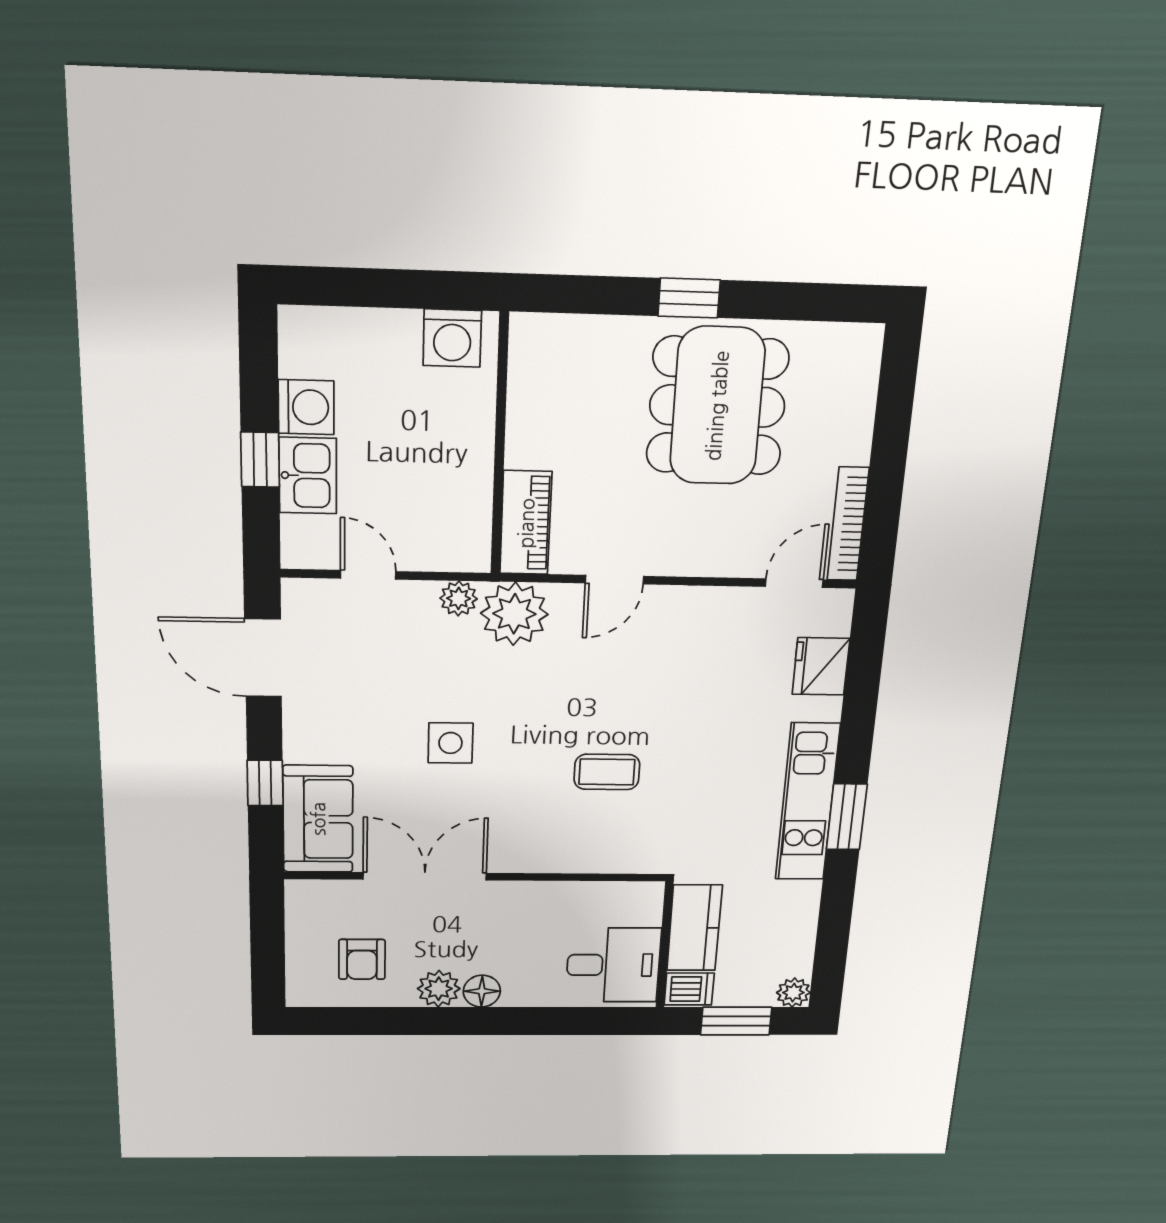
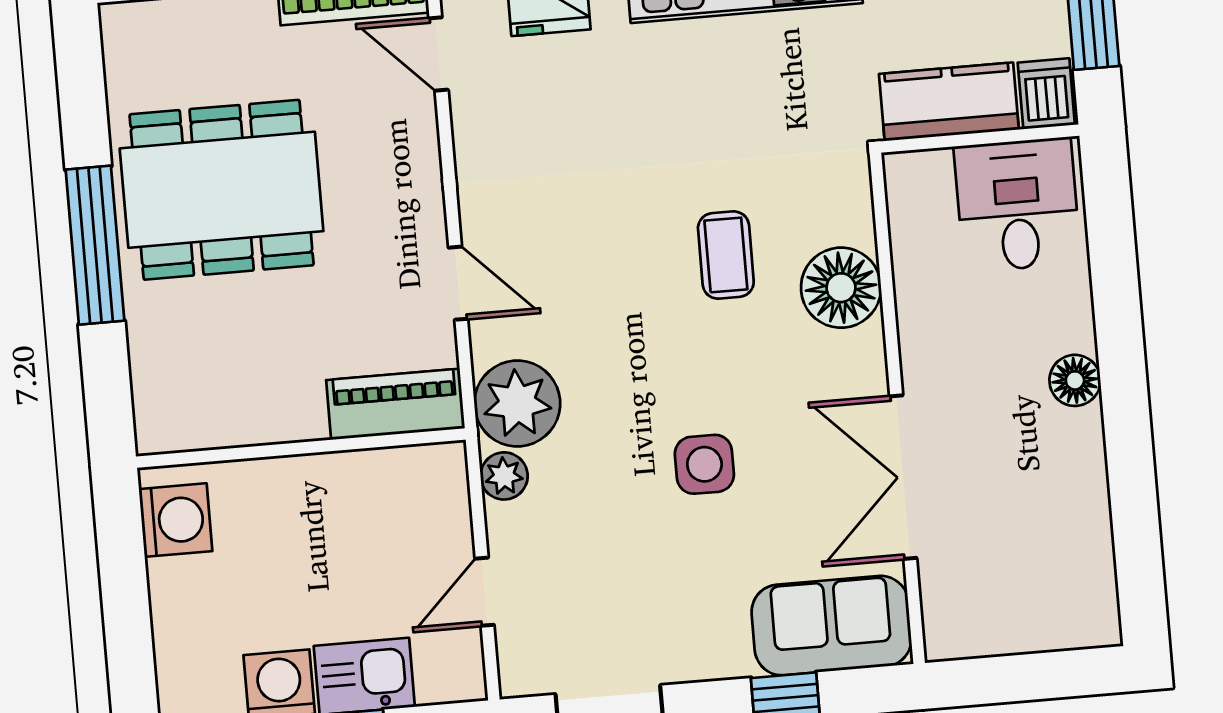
window: (689, 298) -> (95, 245), width x2.17
floor lamp: (571, 847) -> (841, 288), added
armchair: (362, 959) -> (1039, 549), removed
plant: (439, 989) -> (1076, 440), removed

